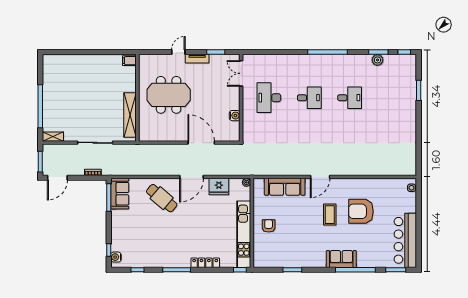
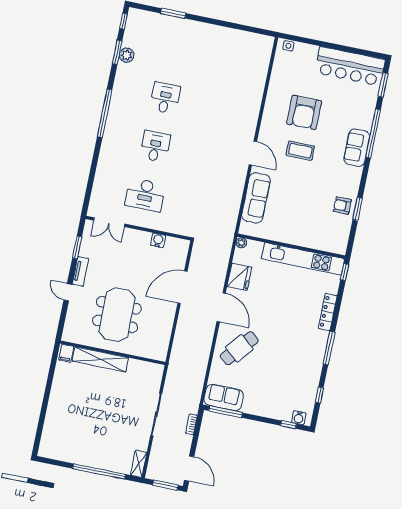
shelving: (130, 115) -> (100, 359), moved
armchair: (269, 226) -> (342, 206), moved

